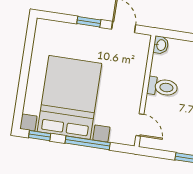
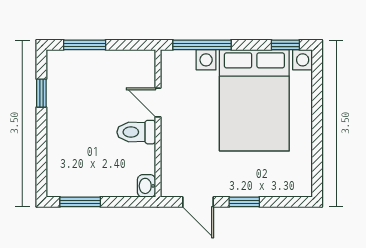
door: (140, 125) -> (158, 102), moved
window: (88, 143) -> (202, 45), moved

